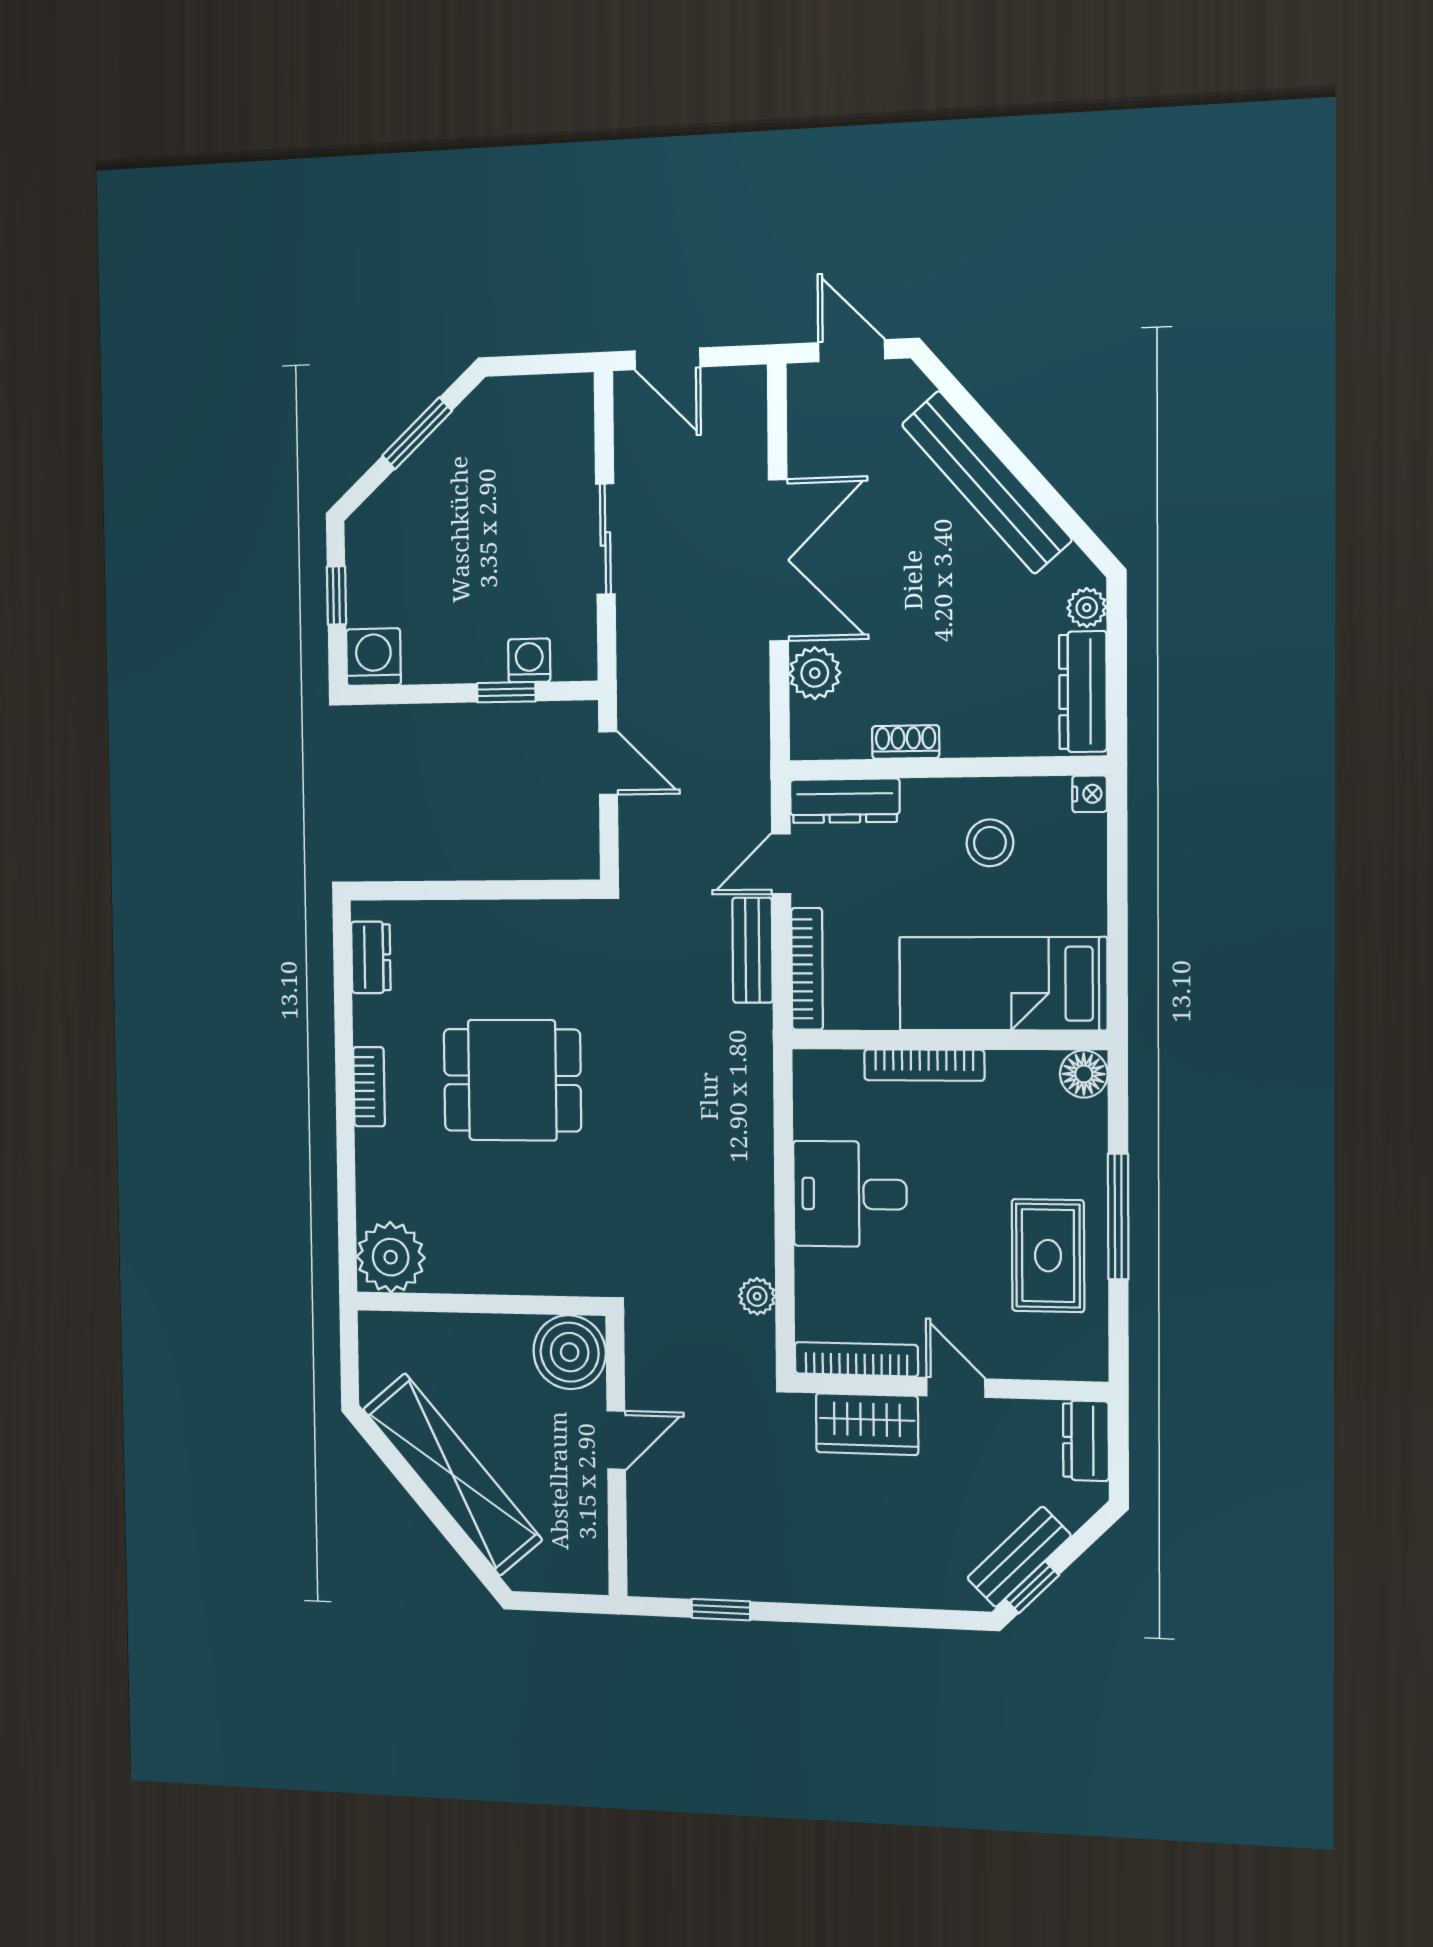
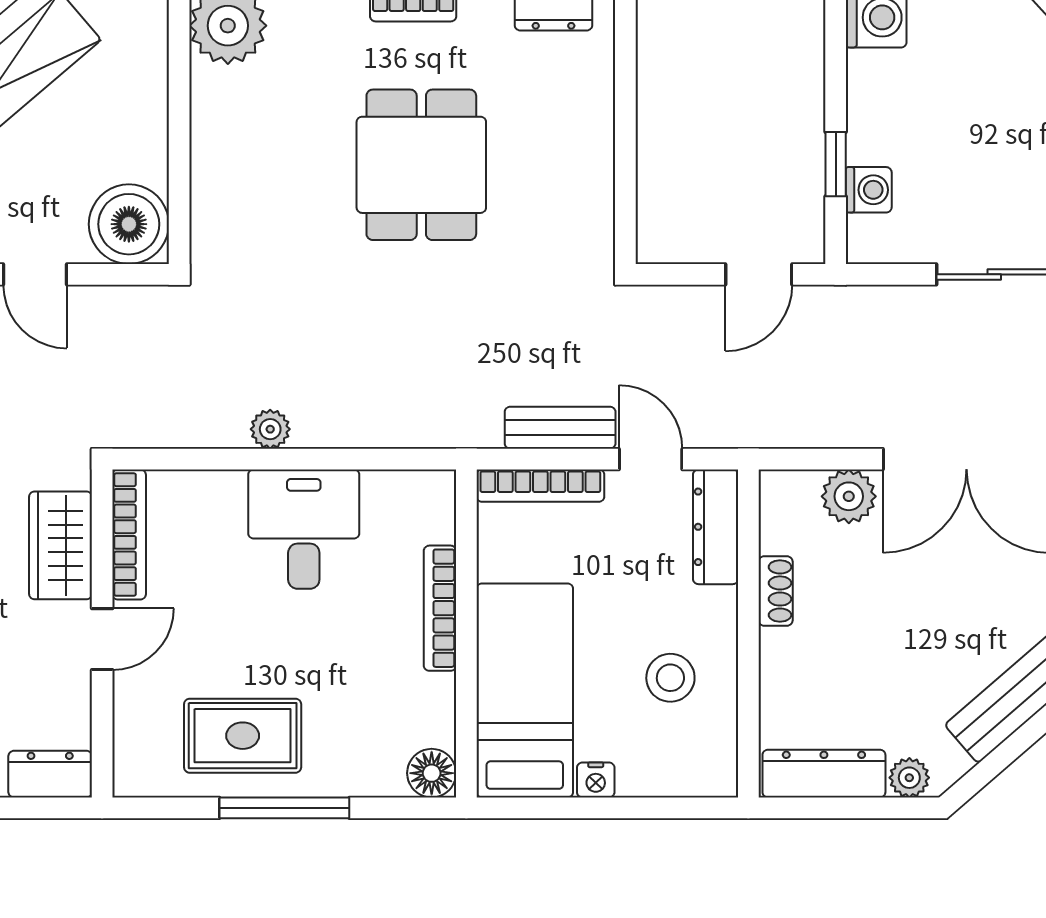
nightstand: (1090, 794) -> (596, 780), moved
plant: (757, 1296) -> (270, 429), moved

